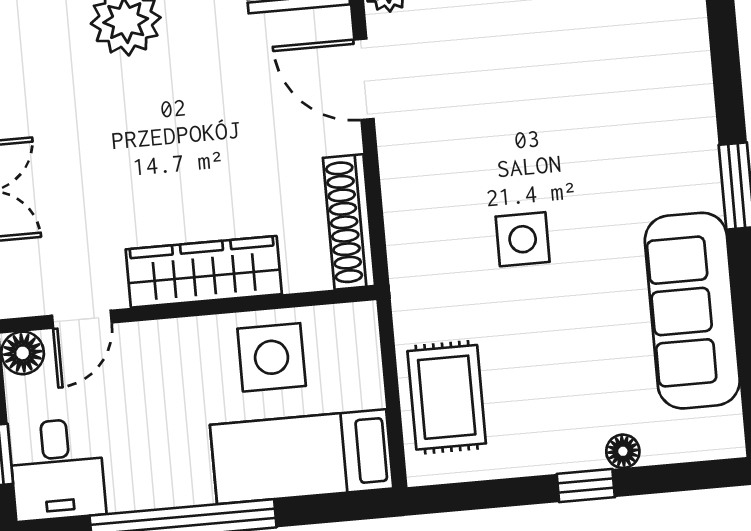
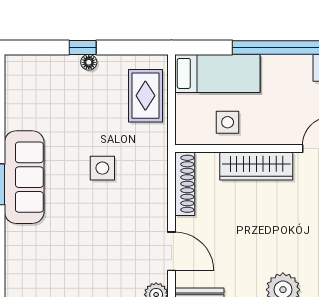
sofa: (692, 311) -> (24, 177), moved
side table: (272, 357) -> (228, 122), width x0.73, depth x0.73
floor lamp: (623, 451) -> (89, 62), moved

